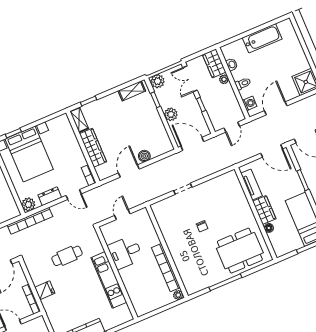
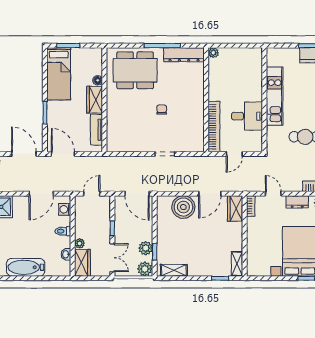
plant: (171, 114) -> (146, 248), moved
wardrobe: (93, 148) -> (235, 209), moved, width x0.67
boiler: (144, 156) -> (183, 207), width x1.86, depth x1.86
bookcase: (166, 268) -> (214, 127), moved
dresser: (203, 282) -> (184, 55), added

